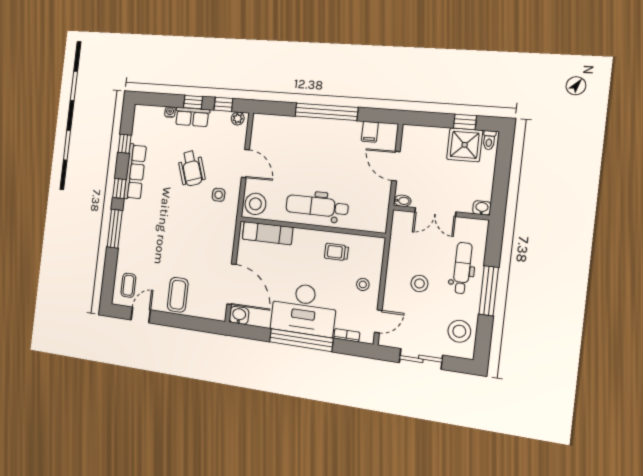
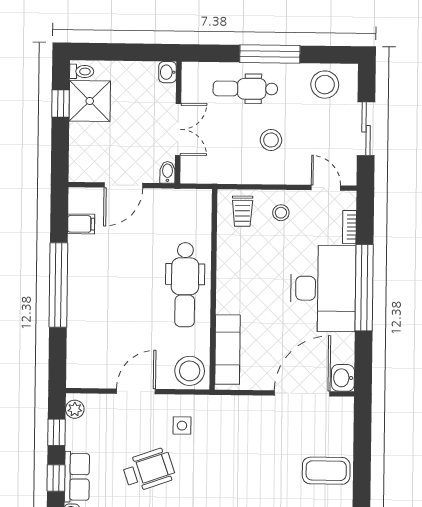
trolley: (336, 252) -> (242, 211), moved

